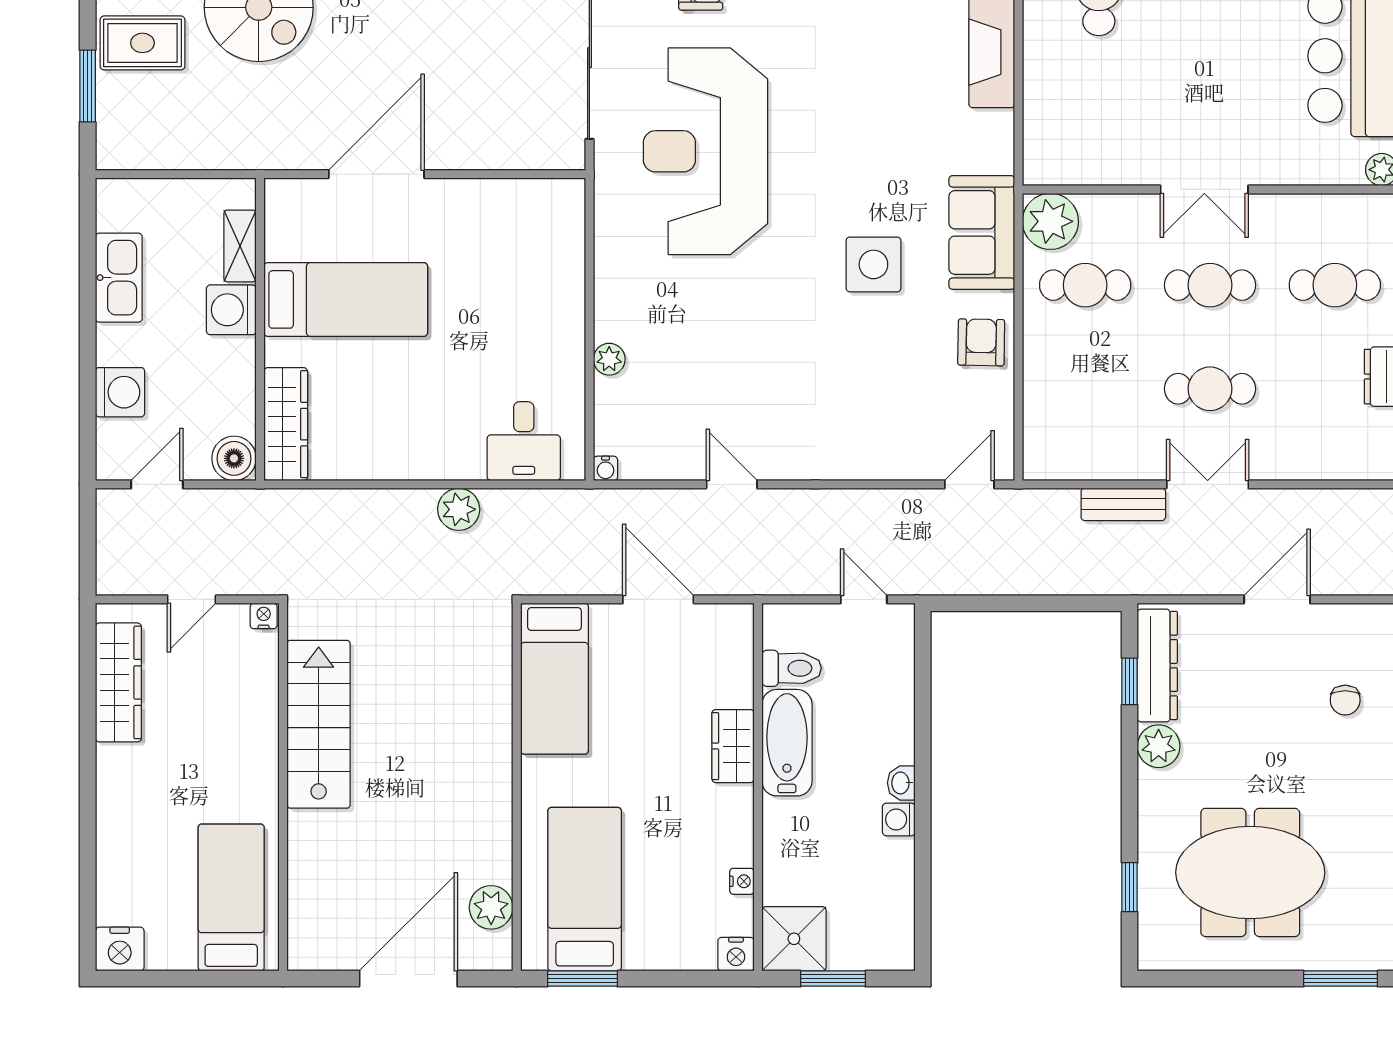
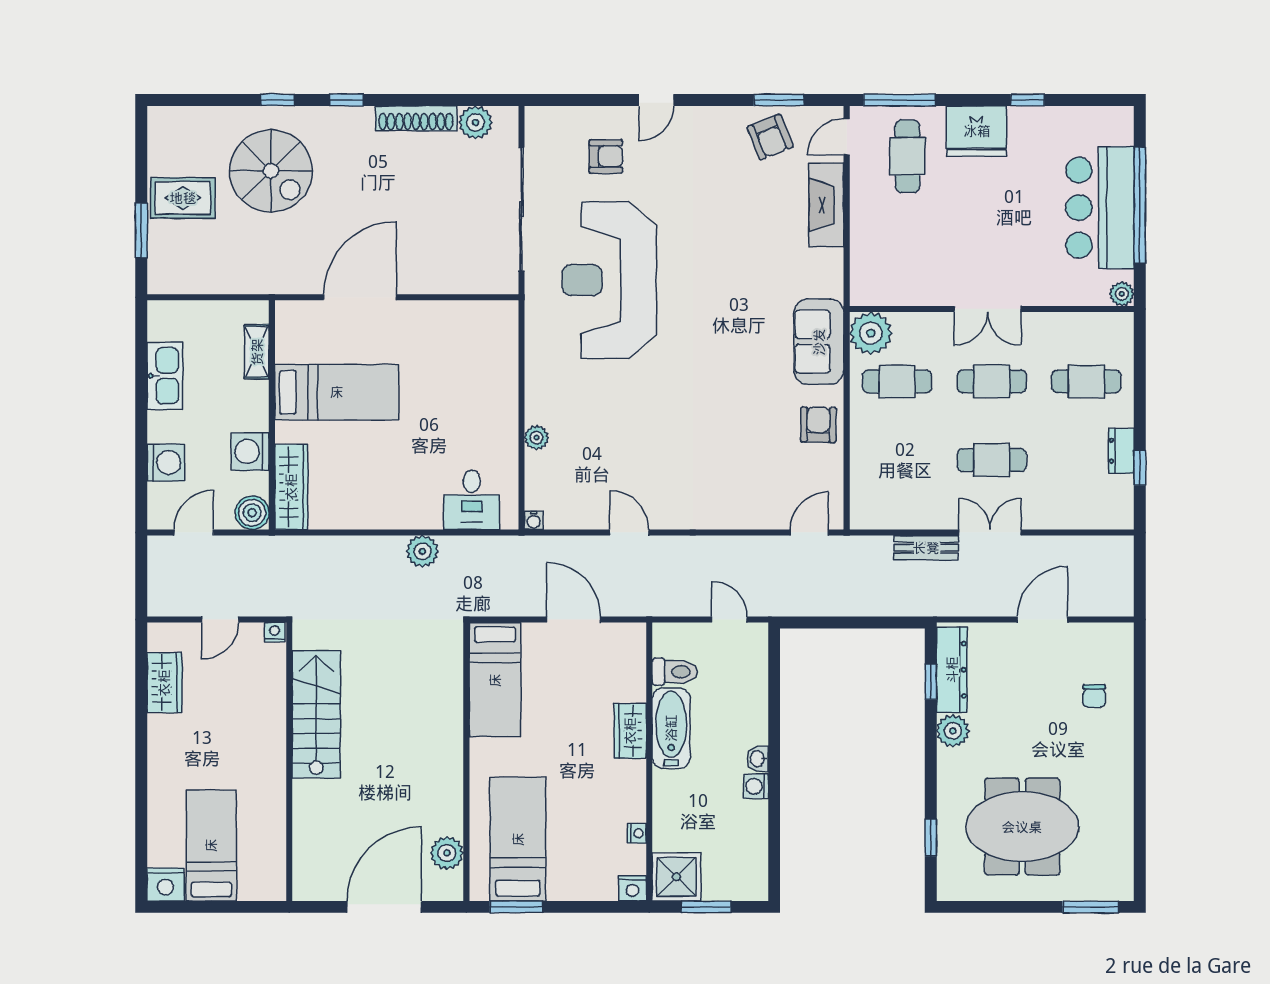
side table: (873, 264) -> (737, 366), removed
washing machine: (231, 310) -> (250, 451), moved
wardrobe: (118, 682) -> (164, 683), width x0.67
bed: (231, 897) -> (211, 845), moved

